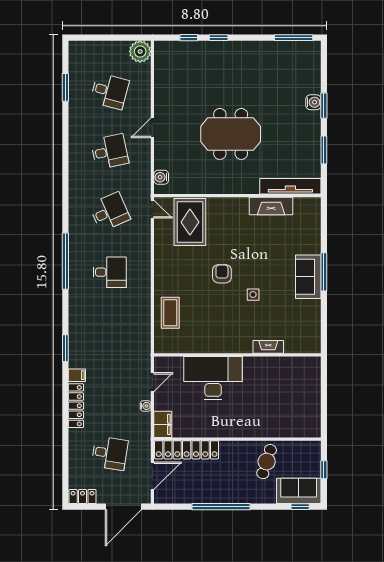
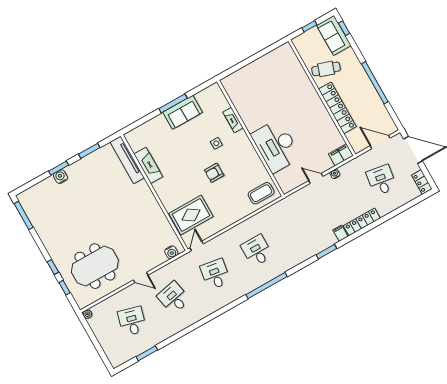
plant: (140, 52) -> (88, 314), width x0.53, depth x0.53
meeting table: (231, 134) -> (95, 266), moved, turned 90
desk: (110, 212) -> (215, 274), turned 33
fireplace: (268, 347) -> (233, 120), moved
wall: (237, 355) -> (250, 138), moved
desk: (213, 378) -> (276, 146), moved
locker: (187, 450) -> (337, 108), moved

